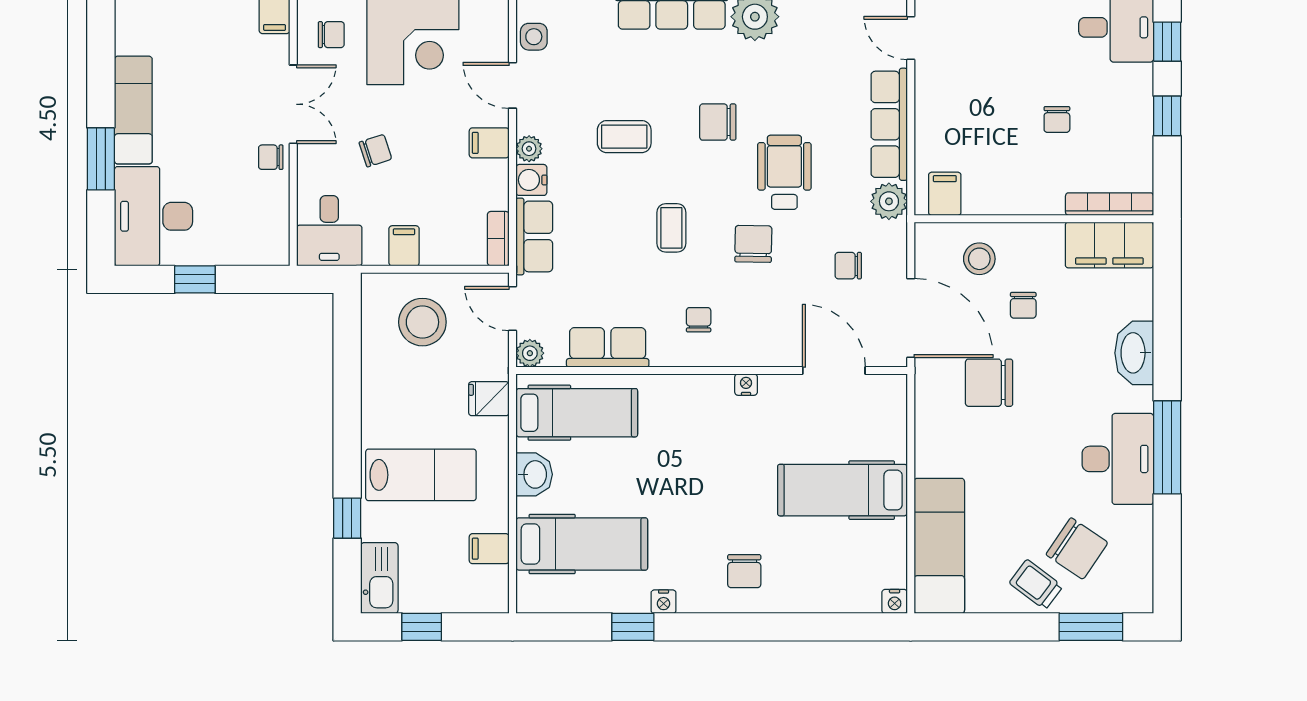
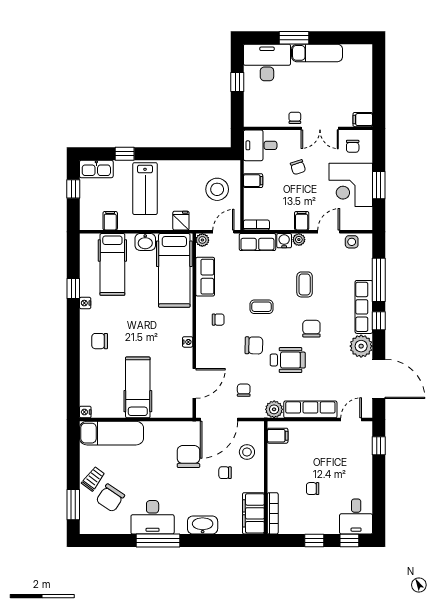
hospital bed: (577, 413) -> (174, 270), width x1.37, depth x1.29

